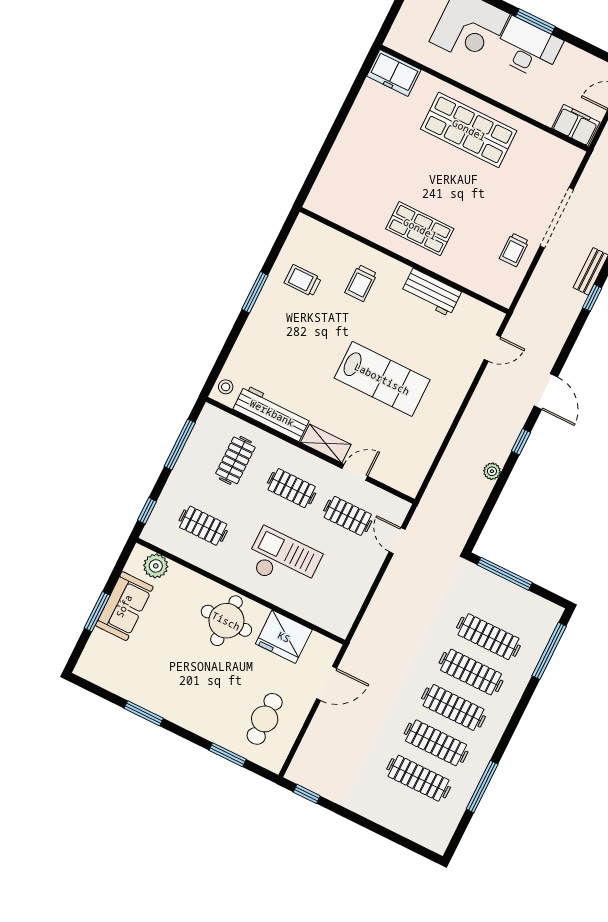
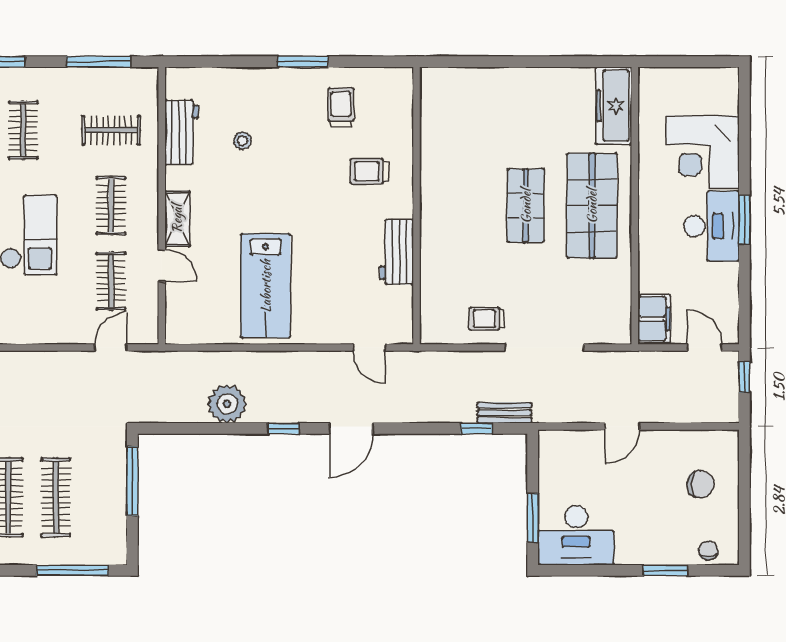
freezer: (394, 73) -> (614, 106), width x1.40
shop shelf: (420, 229) -> (526, 206), moved
lab bench: (382, 379) -> (266, 286), moved
stool: (226, 387) -> (242, 141), moved
workbench: (272, 413) -> (182, 132), width x0.73
plant: (492, 471) -> (227, 404), width x1.88, depth x1.88

